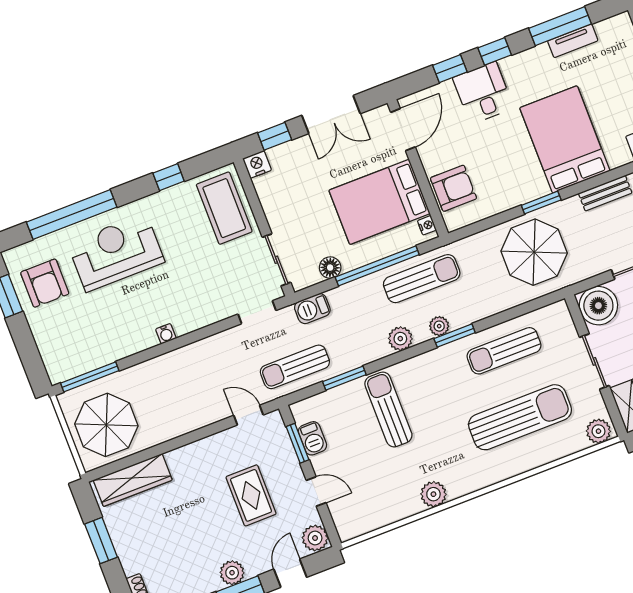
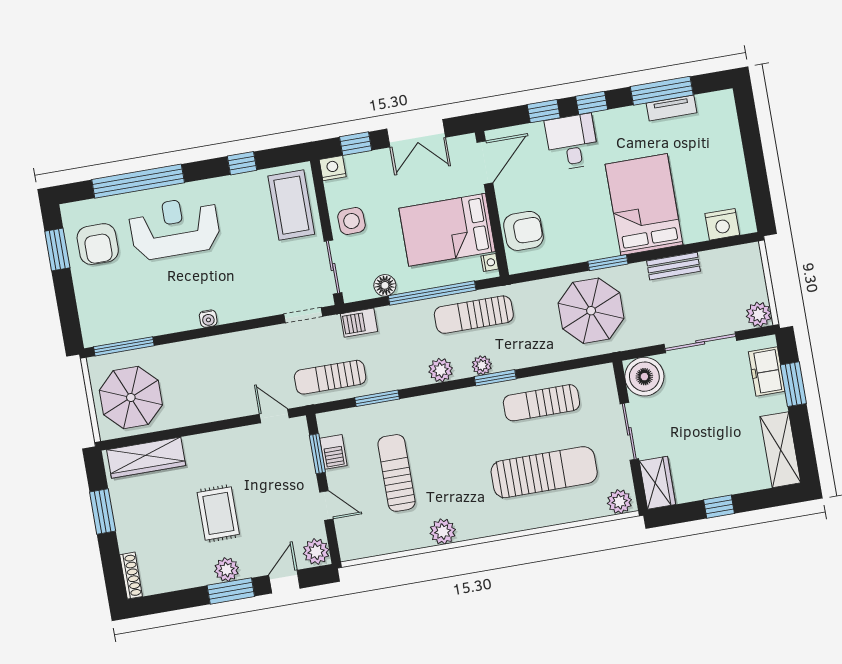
side table: (285, 212) -> (351, 221), added
sun lounger: (422, 279) -> (474, 315), turned 180
sun lounger: (388, 409) -> (397, 473), moved
rug: (251, 495) -> (218, 513), moved

